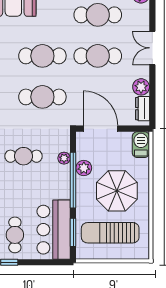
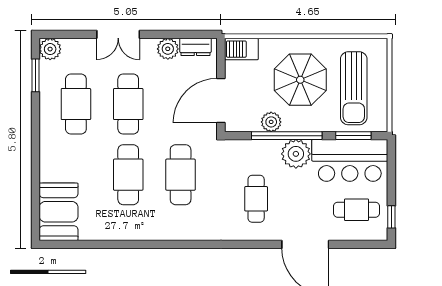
plant: (64, 158) -> (296, 154), moved, width x1.88, depth x1.88

